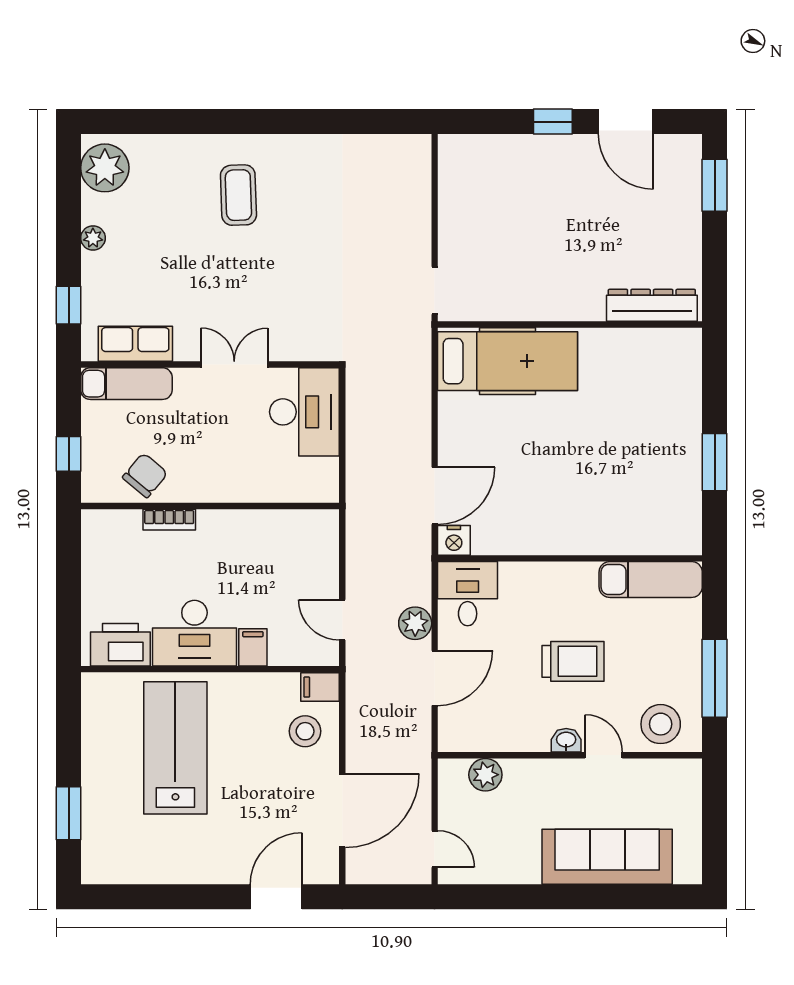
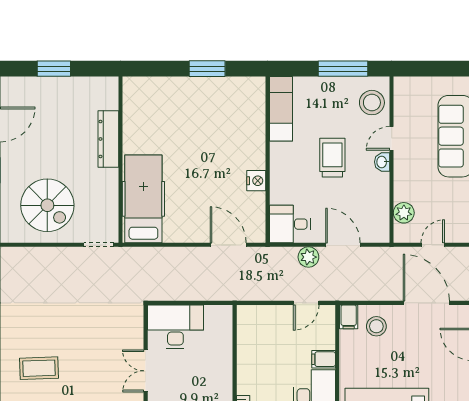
window: (715, 185) -> (54, 69), moved
spiral stairs: (497, 208) -> (47, 205), added
dresser: (652, 305) -> (108, 139), moved
nightstand: (454, 540) -> (256, 181), moved
door: (435, 849) -> (433, 245), moved

